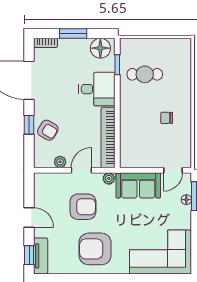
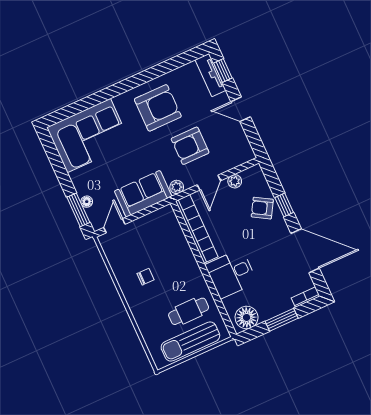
sun lounger: (154, 49) -> (190, 341), added
window: (117, 65) -> (221, 308), removed

